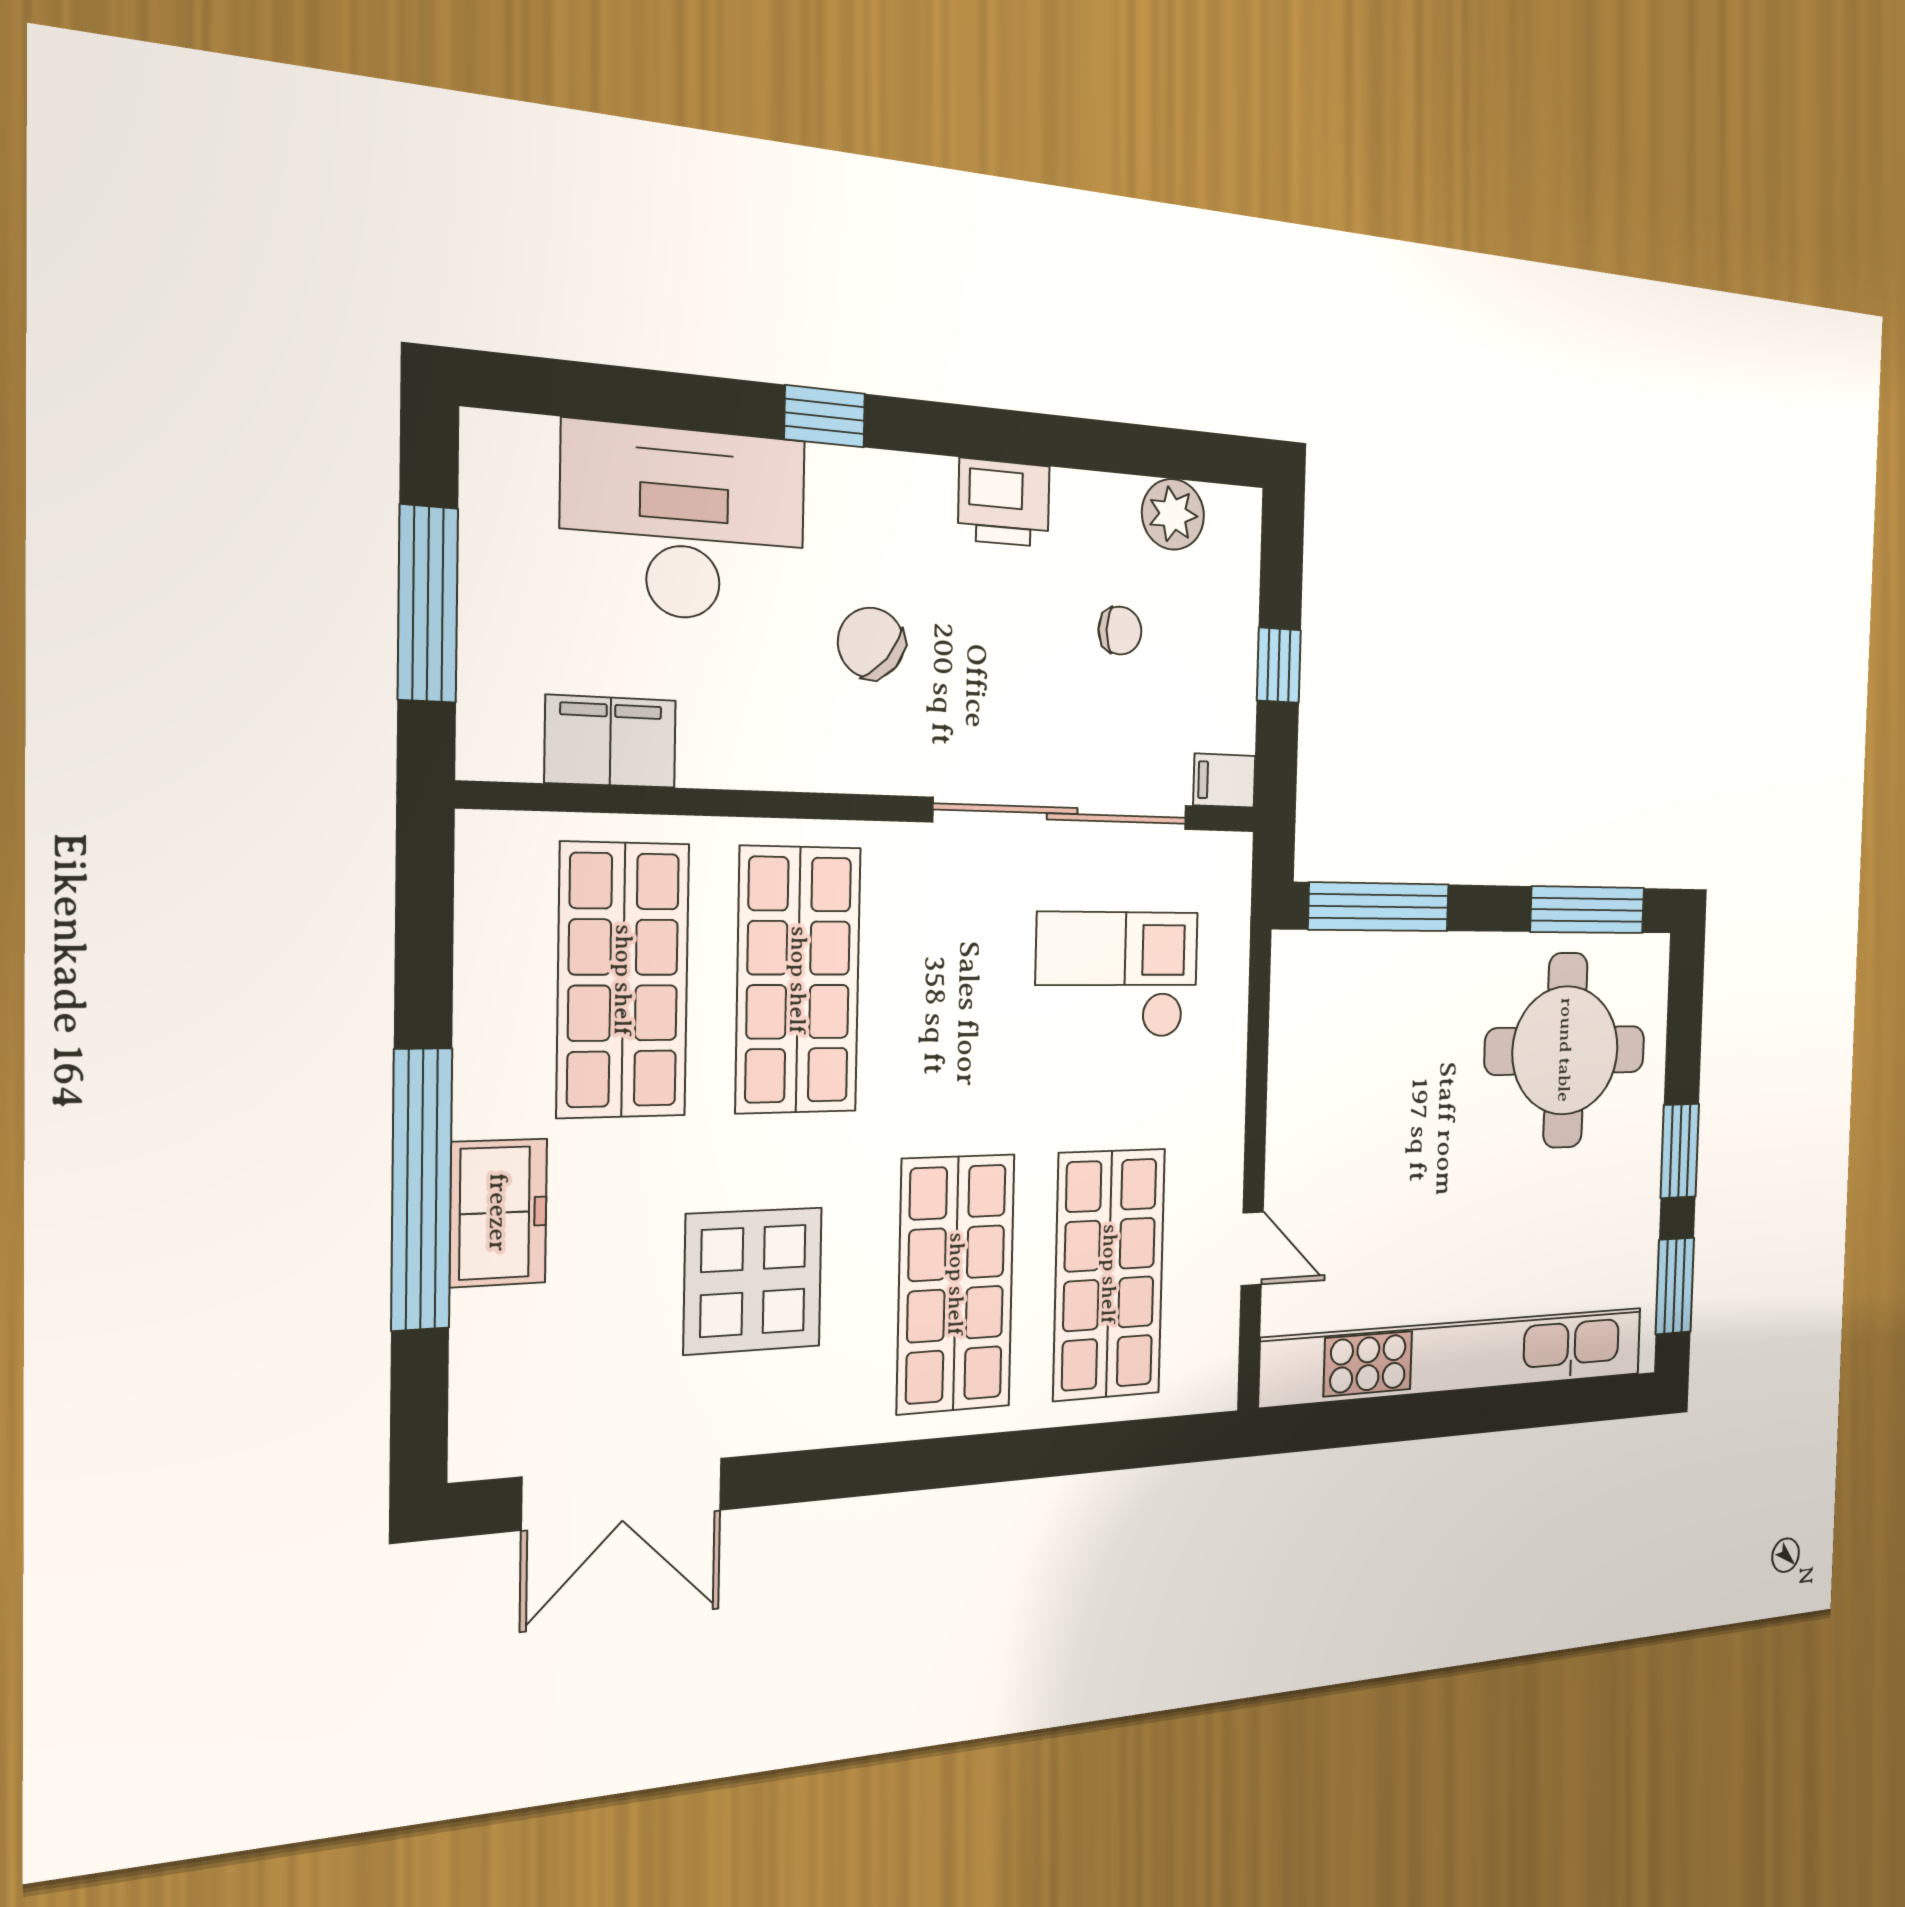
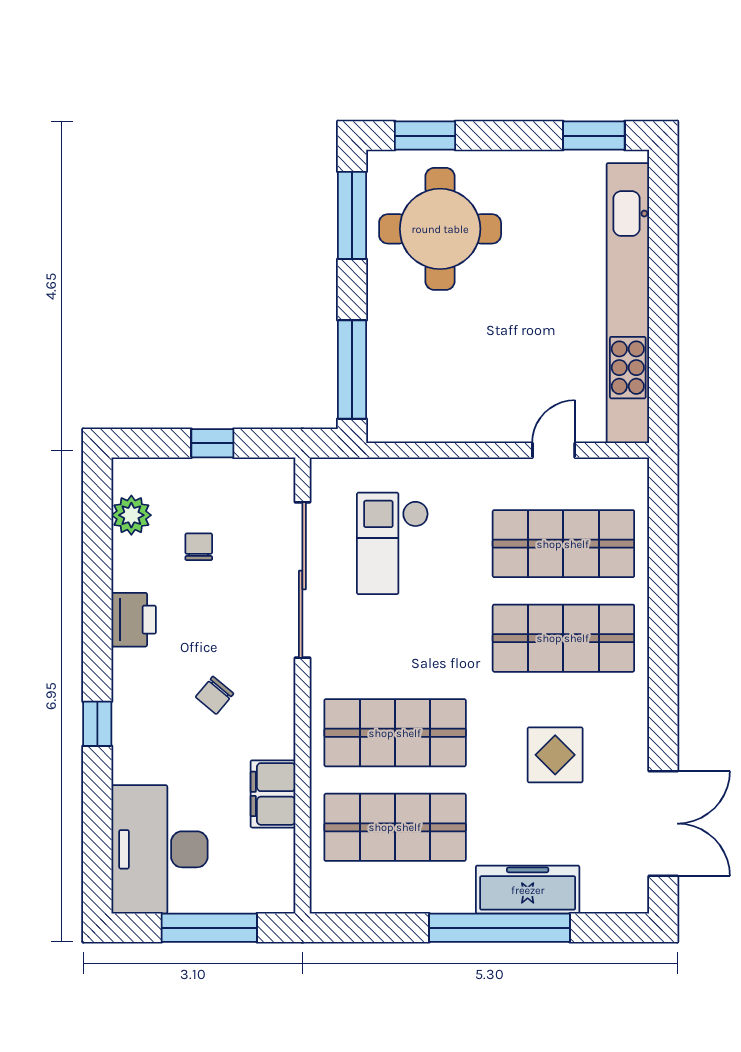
desk: (684, 524) -> (160, 849), moved
chair: (871, 643) -> (215, 695), width x0.73, depth x0.73
filing cabinet: (611, 741) -> (273, 794), moved
filing cabinet: (1224, 781) -> (280, 477), removed
window: (1680, 1151) -> (425, 136), moved
freezer: (498, 1213) -> (528, 890), width x1.40
display table: (753, 1281) -> (555, 755), width x0.73, depth x0.73

